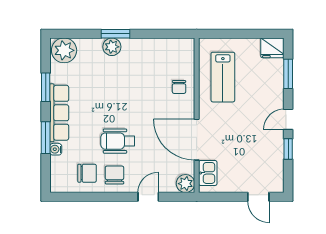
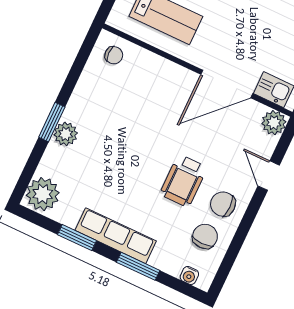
chair: (179, 87) -> (114, 55), moved
water cooler: (56, 149) -> (189, 275), moved

